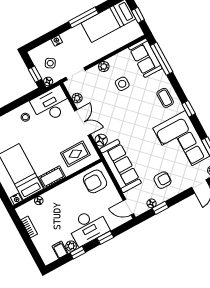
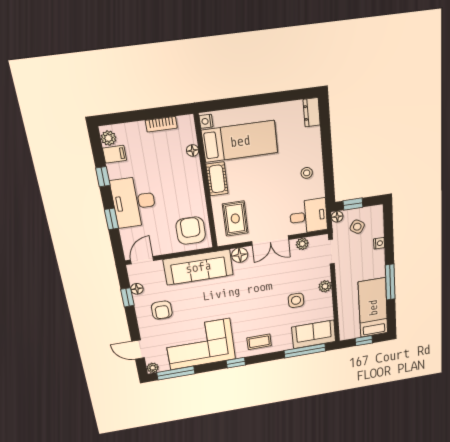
desk: (51, 105) -> (309, 216), width x0.73
plant: (71, 246) -> (108, 138), moved

